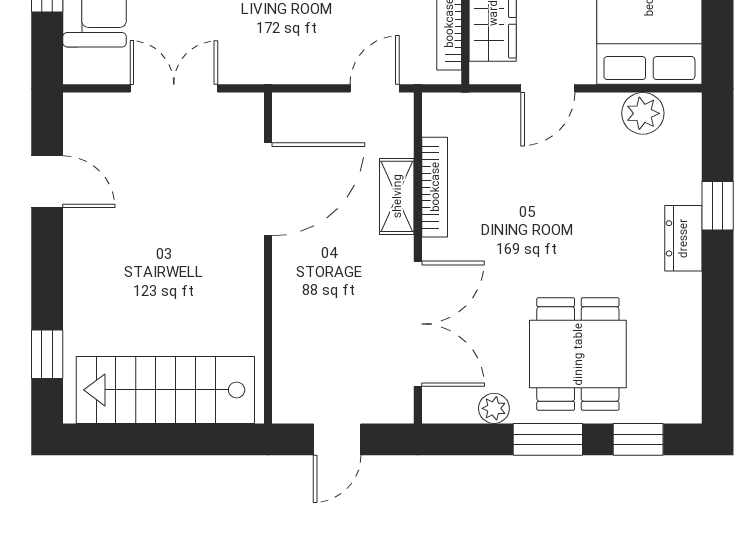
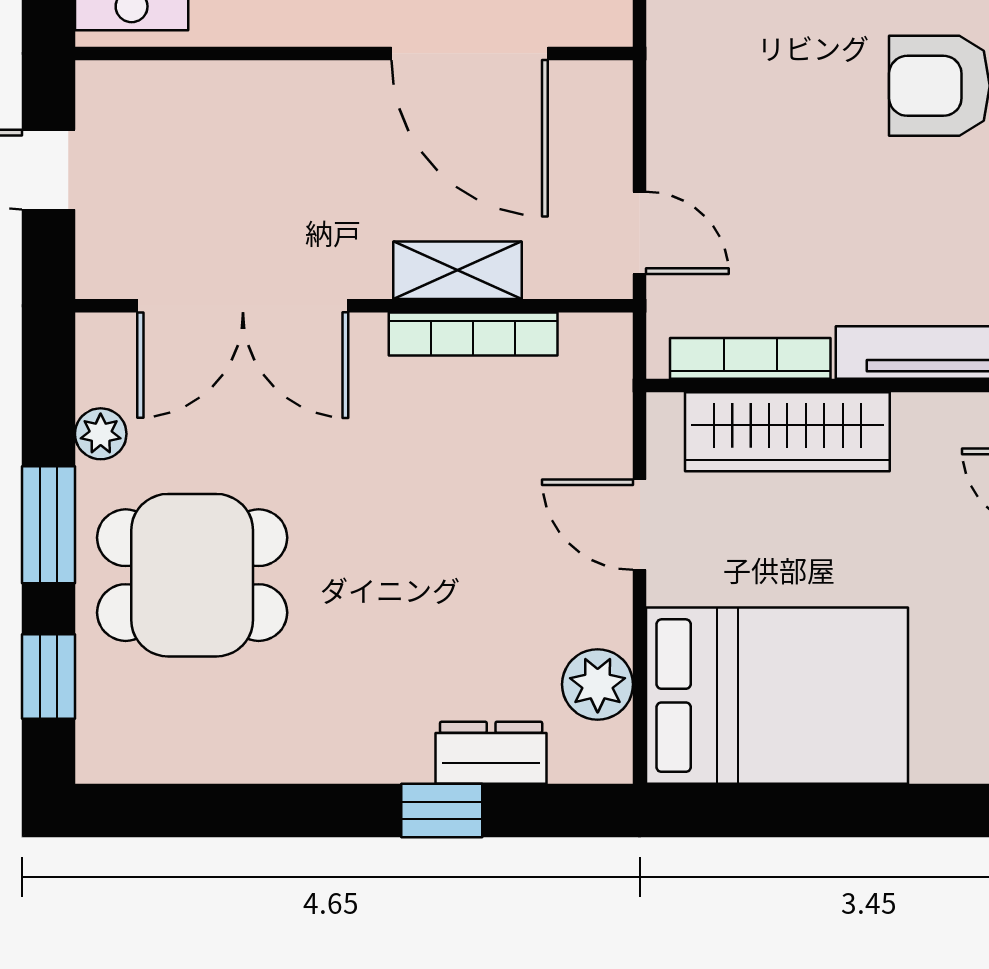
dresser: (683, 238) -> (491, 753), moved

